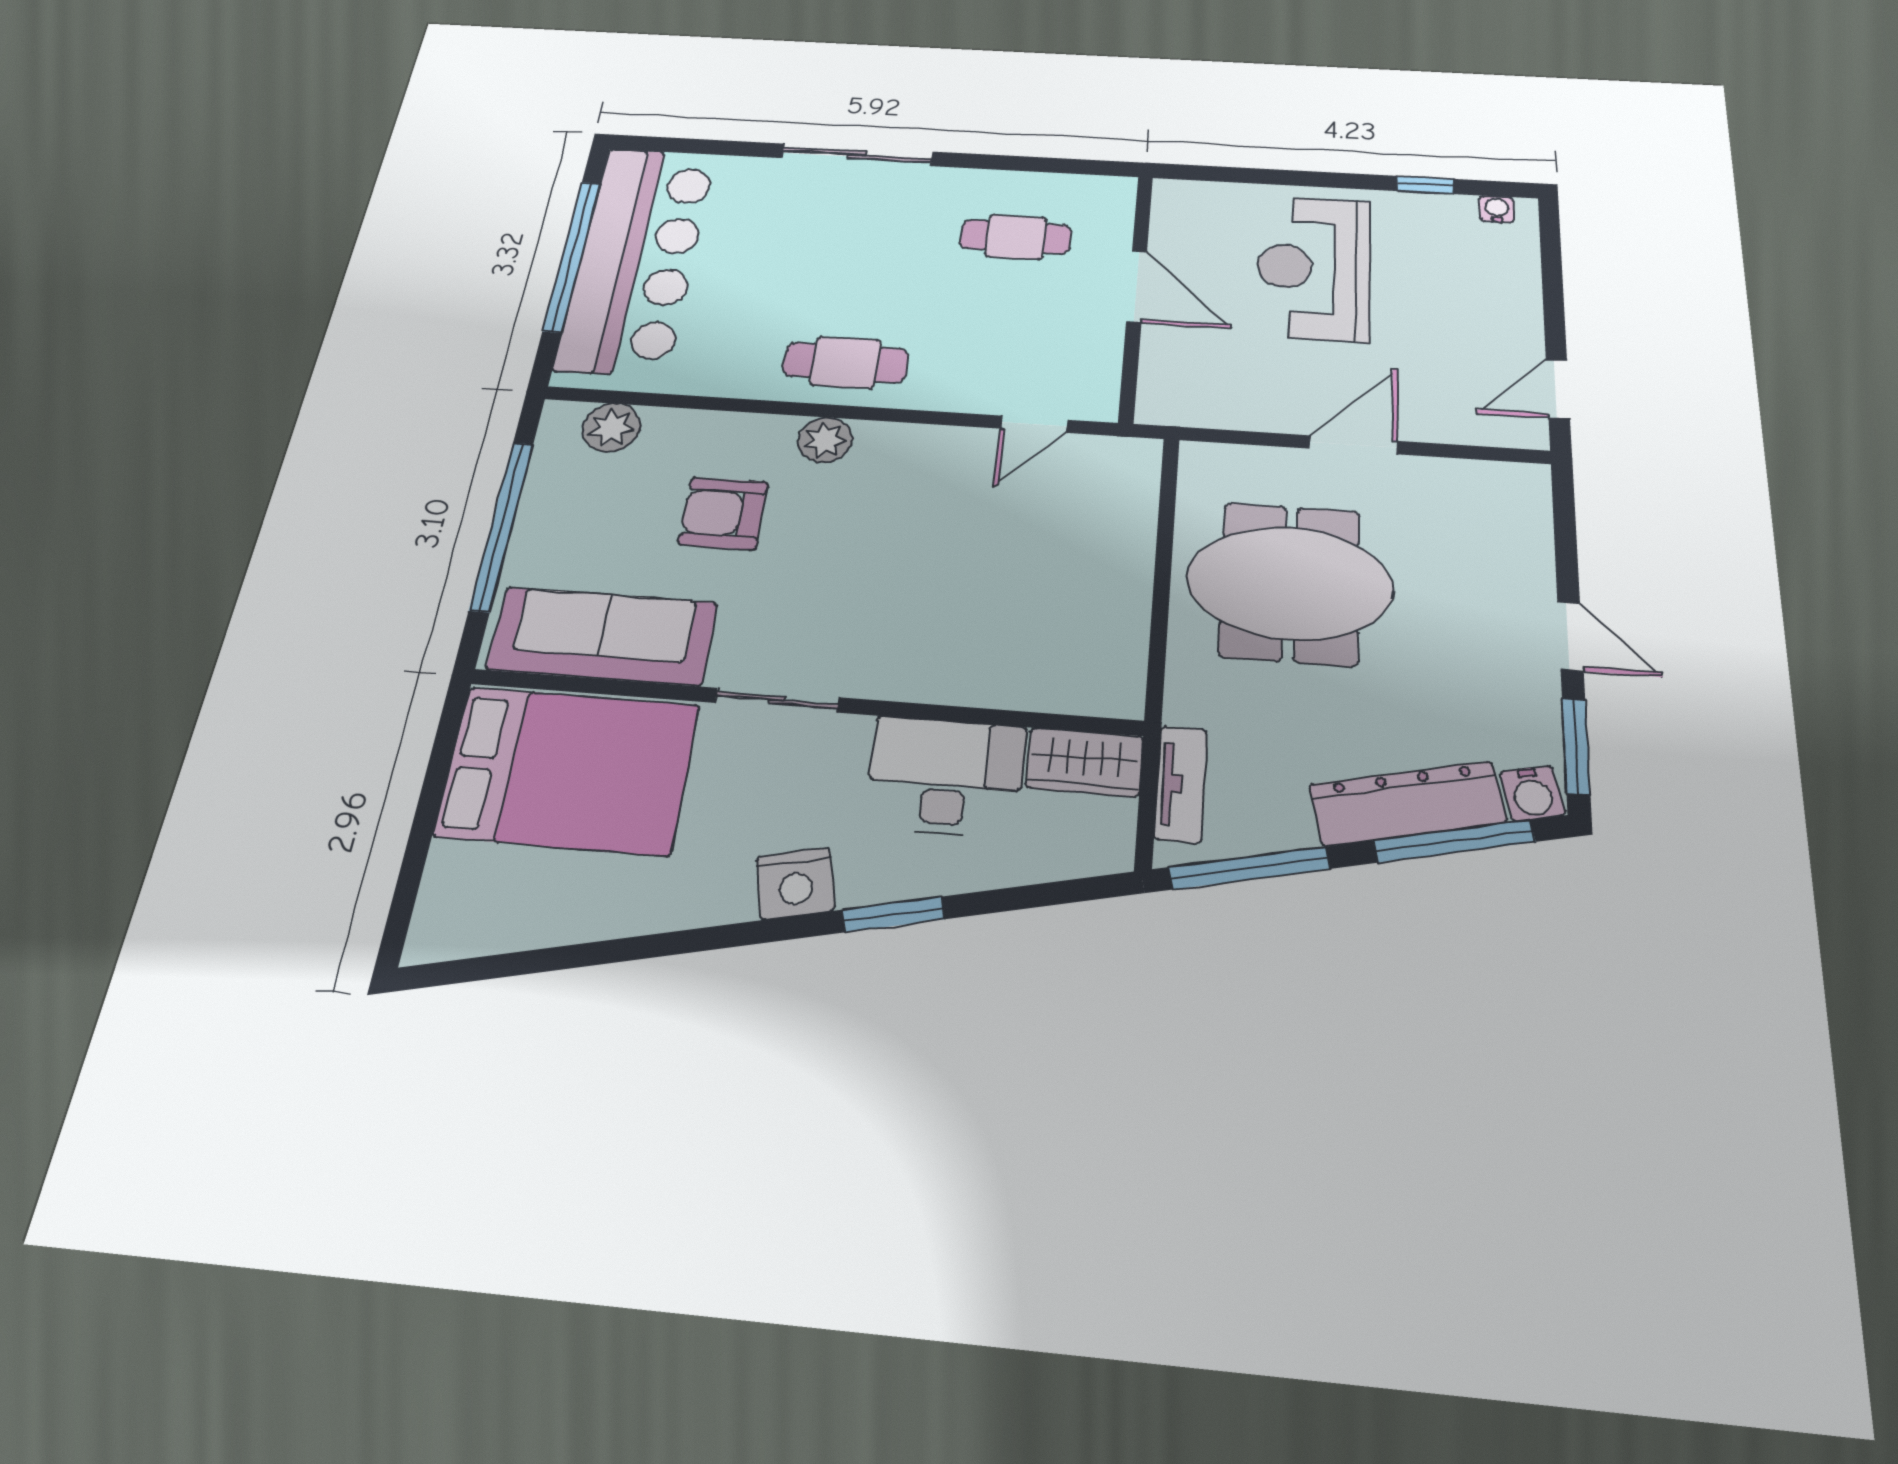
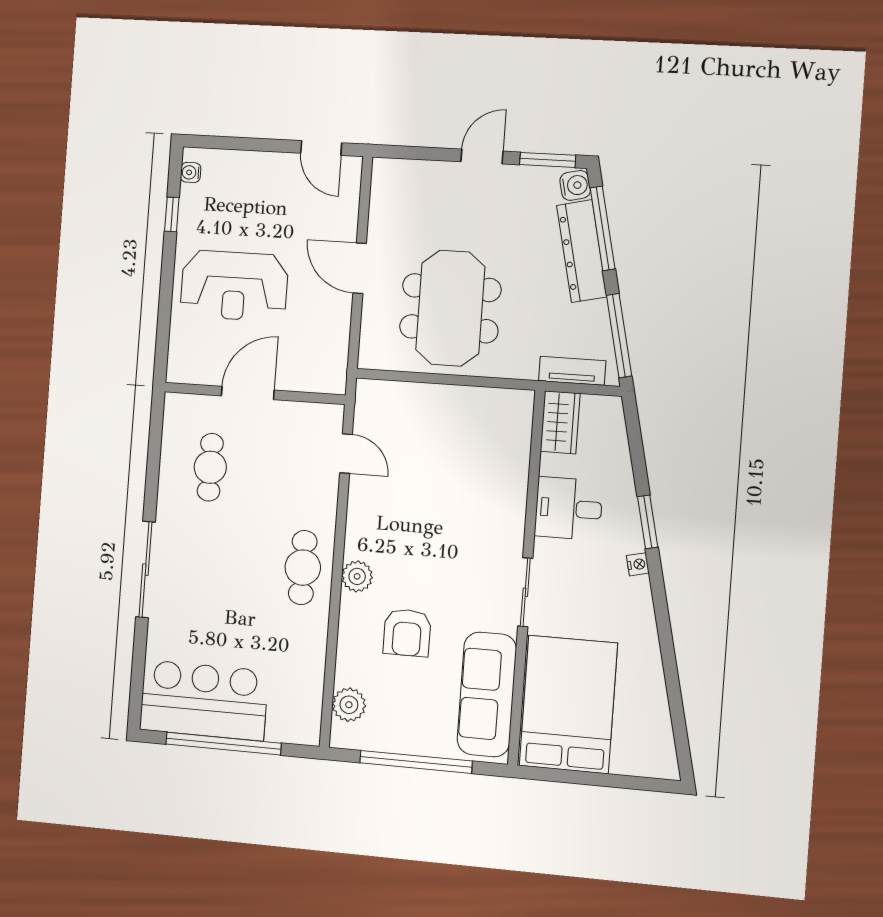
bar counter: (637, 259) -> (204, 700), width x0.73
desk: (945, 776) -> (569, 508), width x0.73
nightstand: (795, 883) -> (638, 564), width x0.53, depth x0.56

